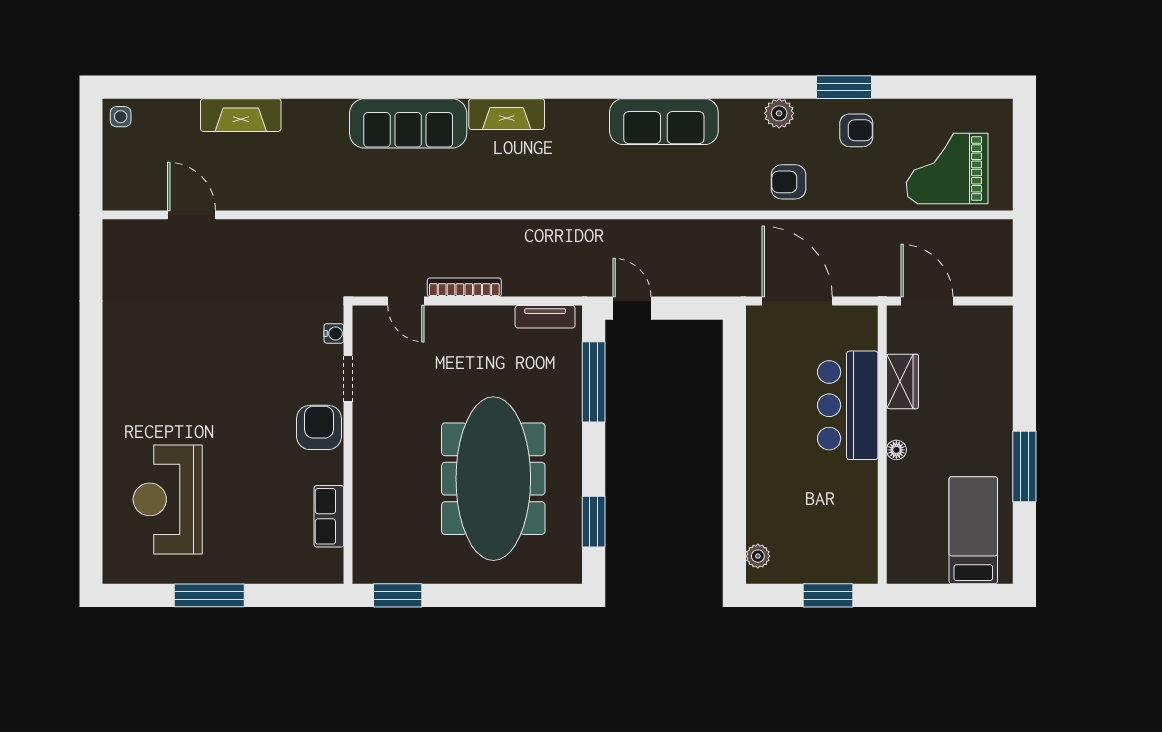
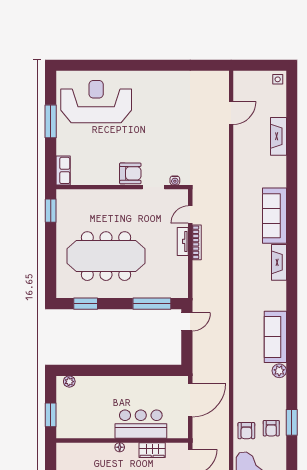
plant: (779, 113) -> (279, 371), moved
armchair: (788, 182) -> (246, 431), moved, turned 180
tv unit: (545, 317) -> (183, 241), moved
reception desk: (168, 499) -> (96, 102), width x1.36, depth x1.30
row of seats: (329, 516) -> (63, 170), moved, turned 90

